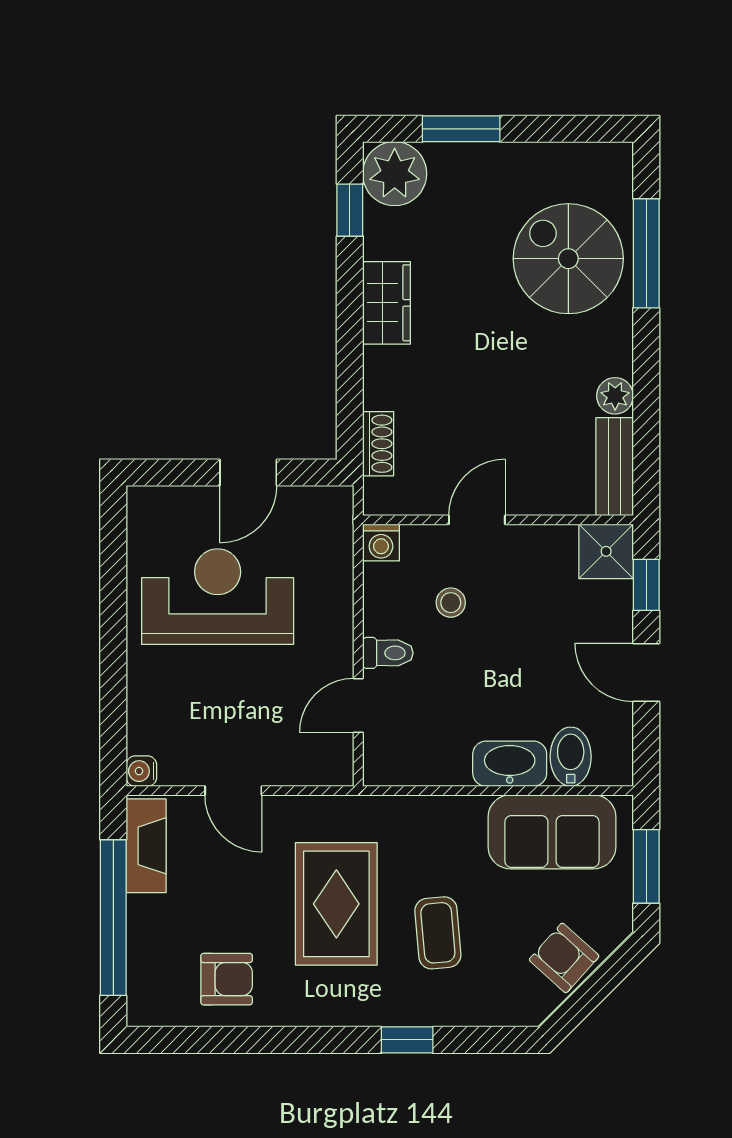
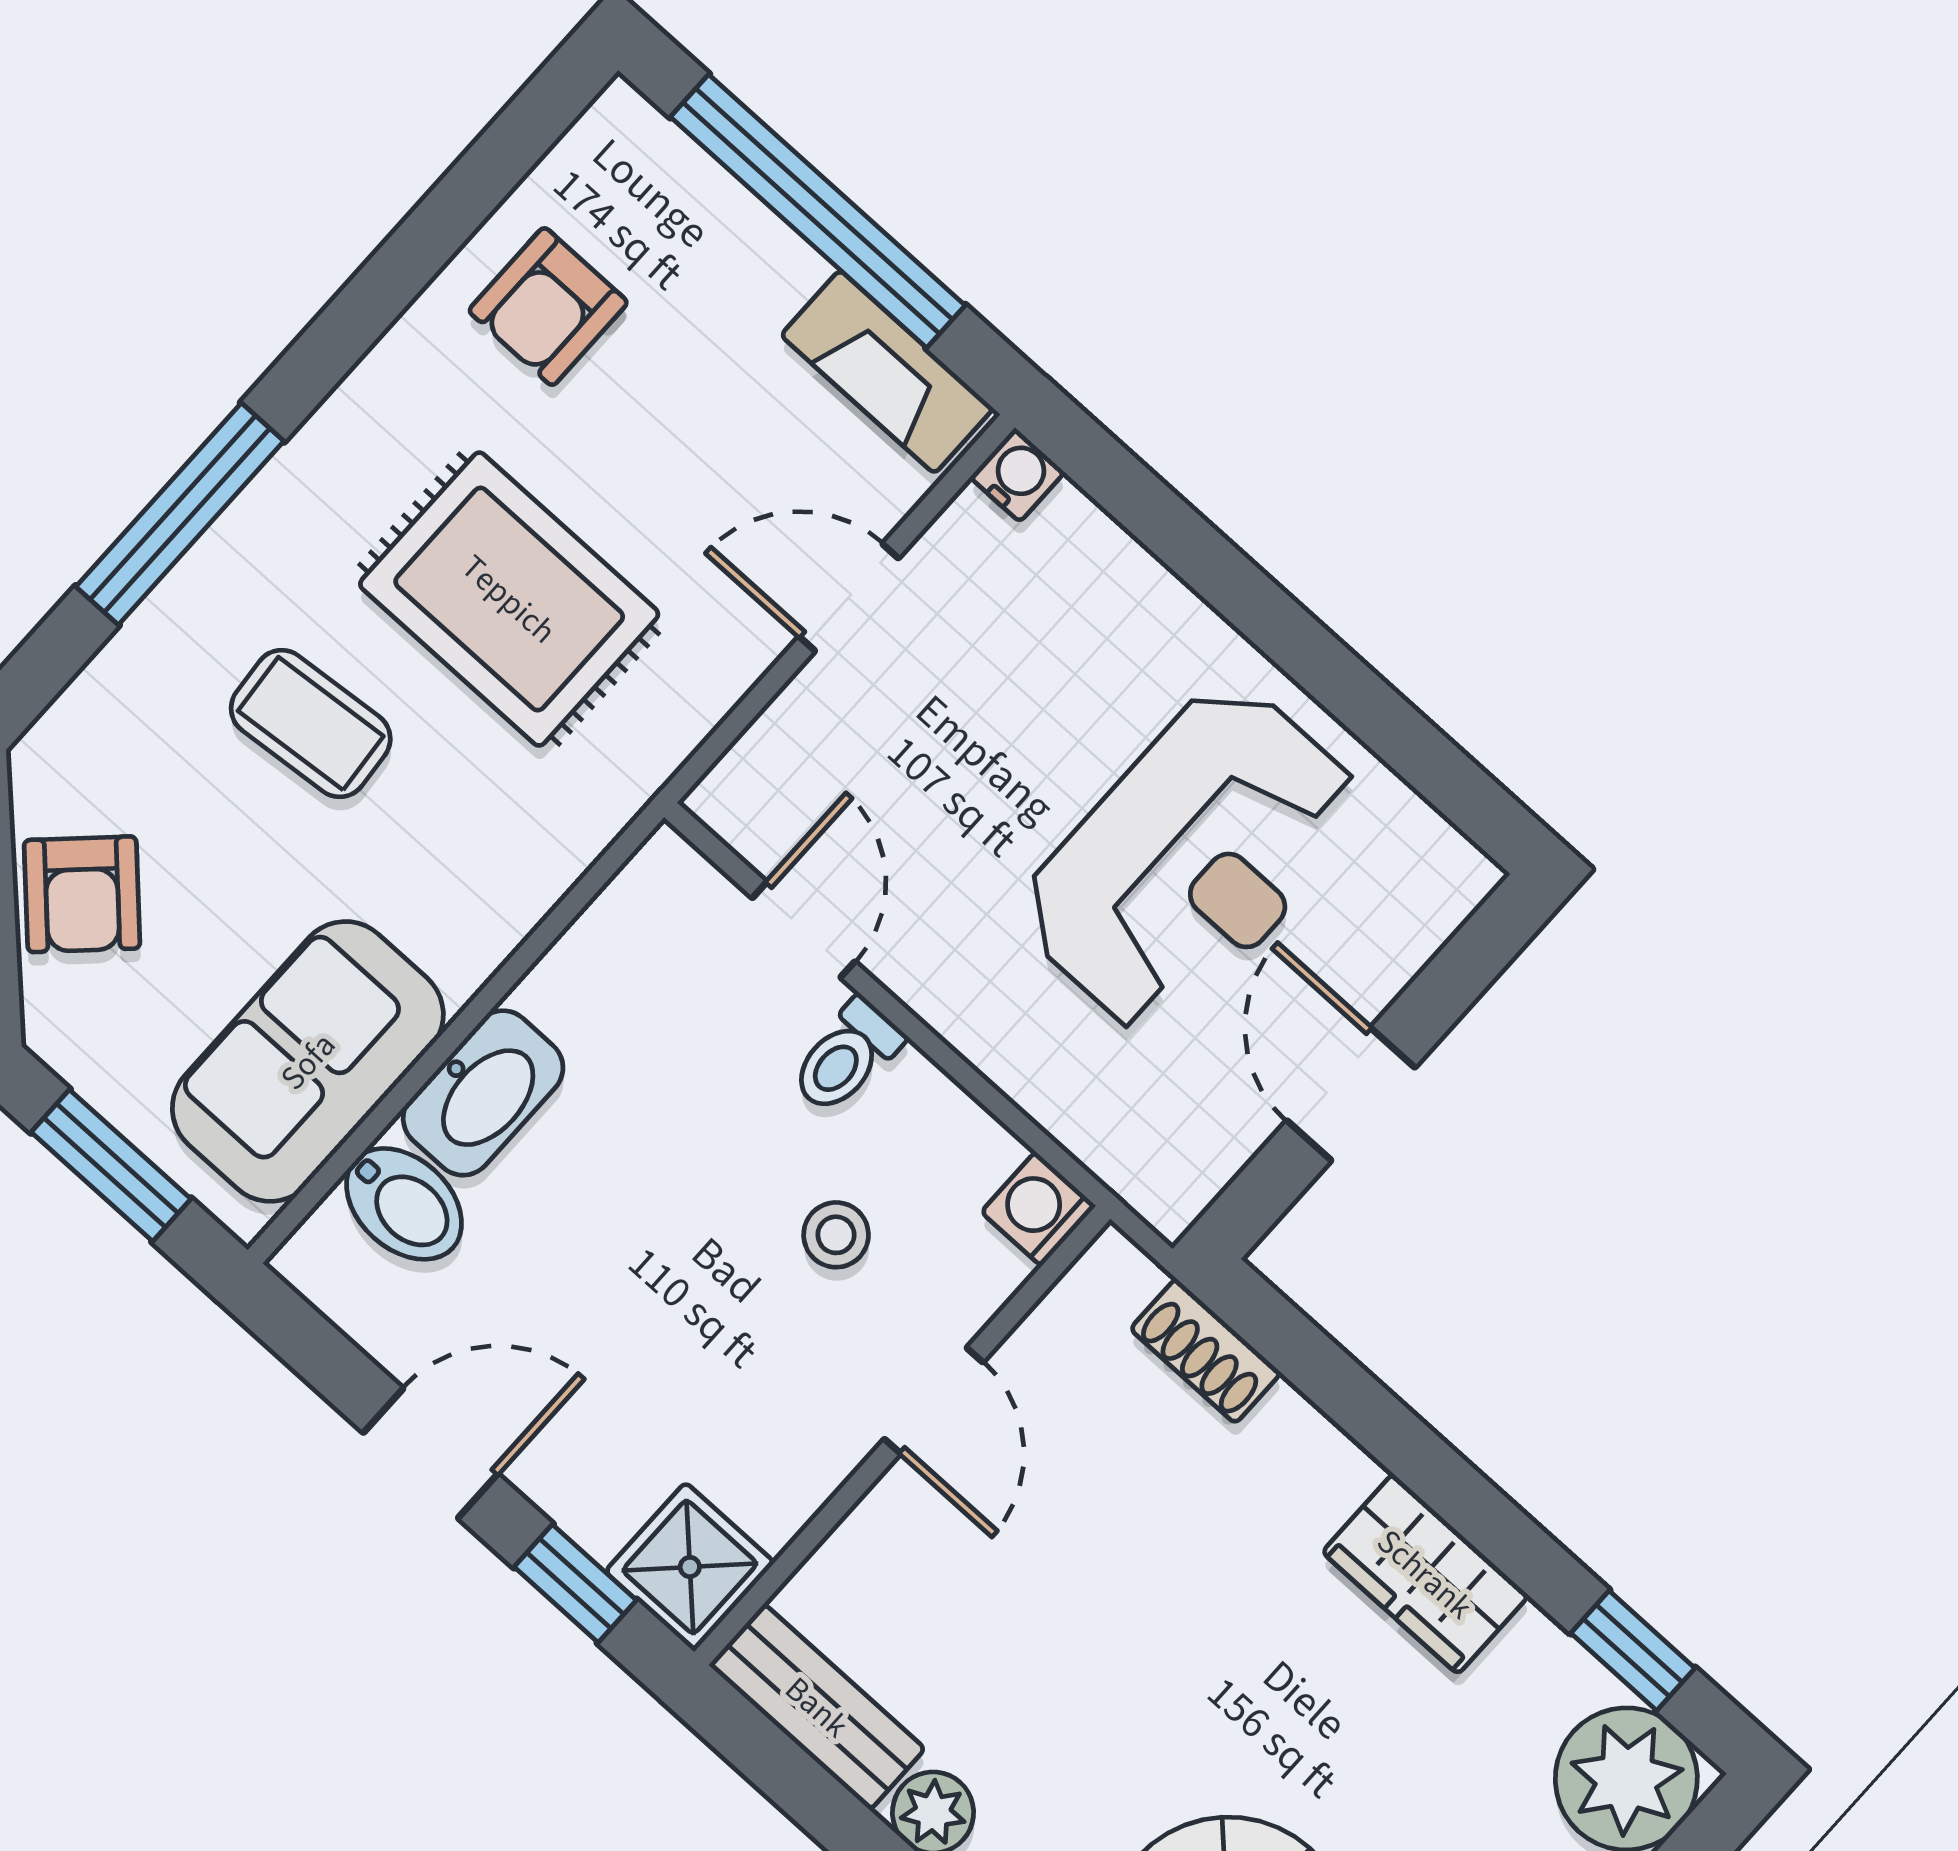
armchair: (564, 958) -> (82, 894), turned 94
window: (407, 1040) -> (180, 514), width x2.17

